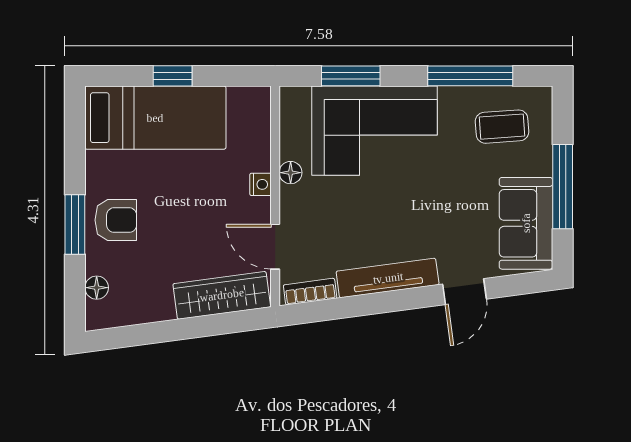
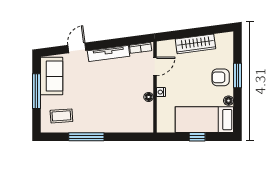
window: (351, 76) -> (124, 137), removed
window: (470, 76) -> (86, 137), moved
corner sofa: (375, 131) -> (114, 114), removed
door: (275, 247) -> (155, 66), hinge flipped
floor lamp: (97, 288) -> (229, 101), moved
wardrobe: (222, 295) -> (195, 44), moved

